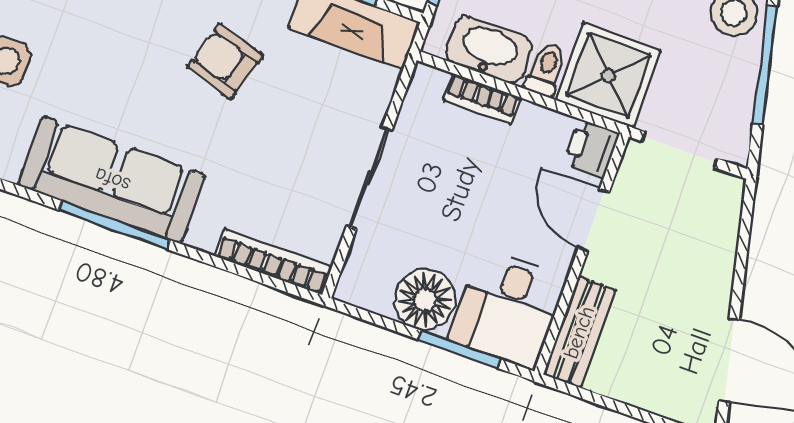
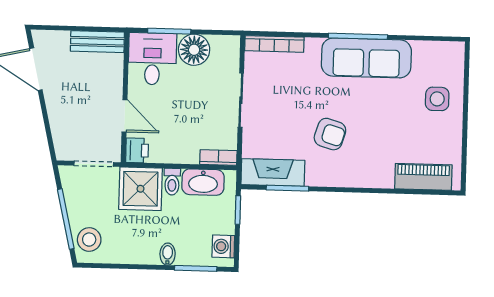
bookcase: (482, 99) -> (218, 158), moved
bench: (579, 332) -> (97, 42), moved, turned 90

